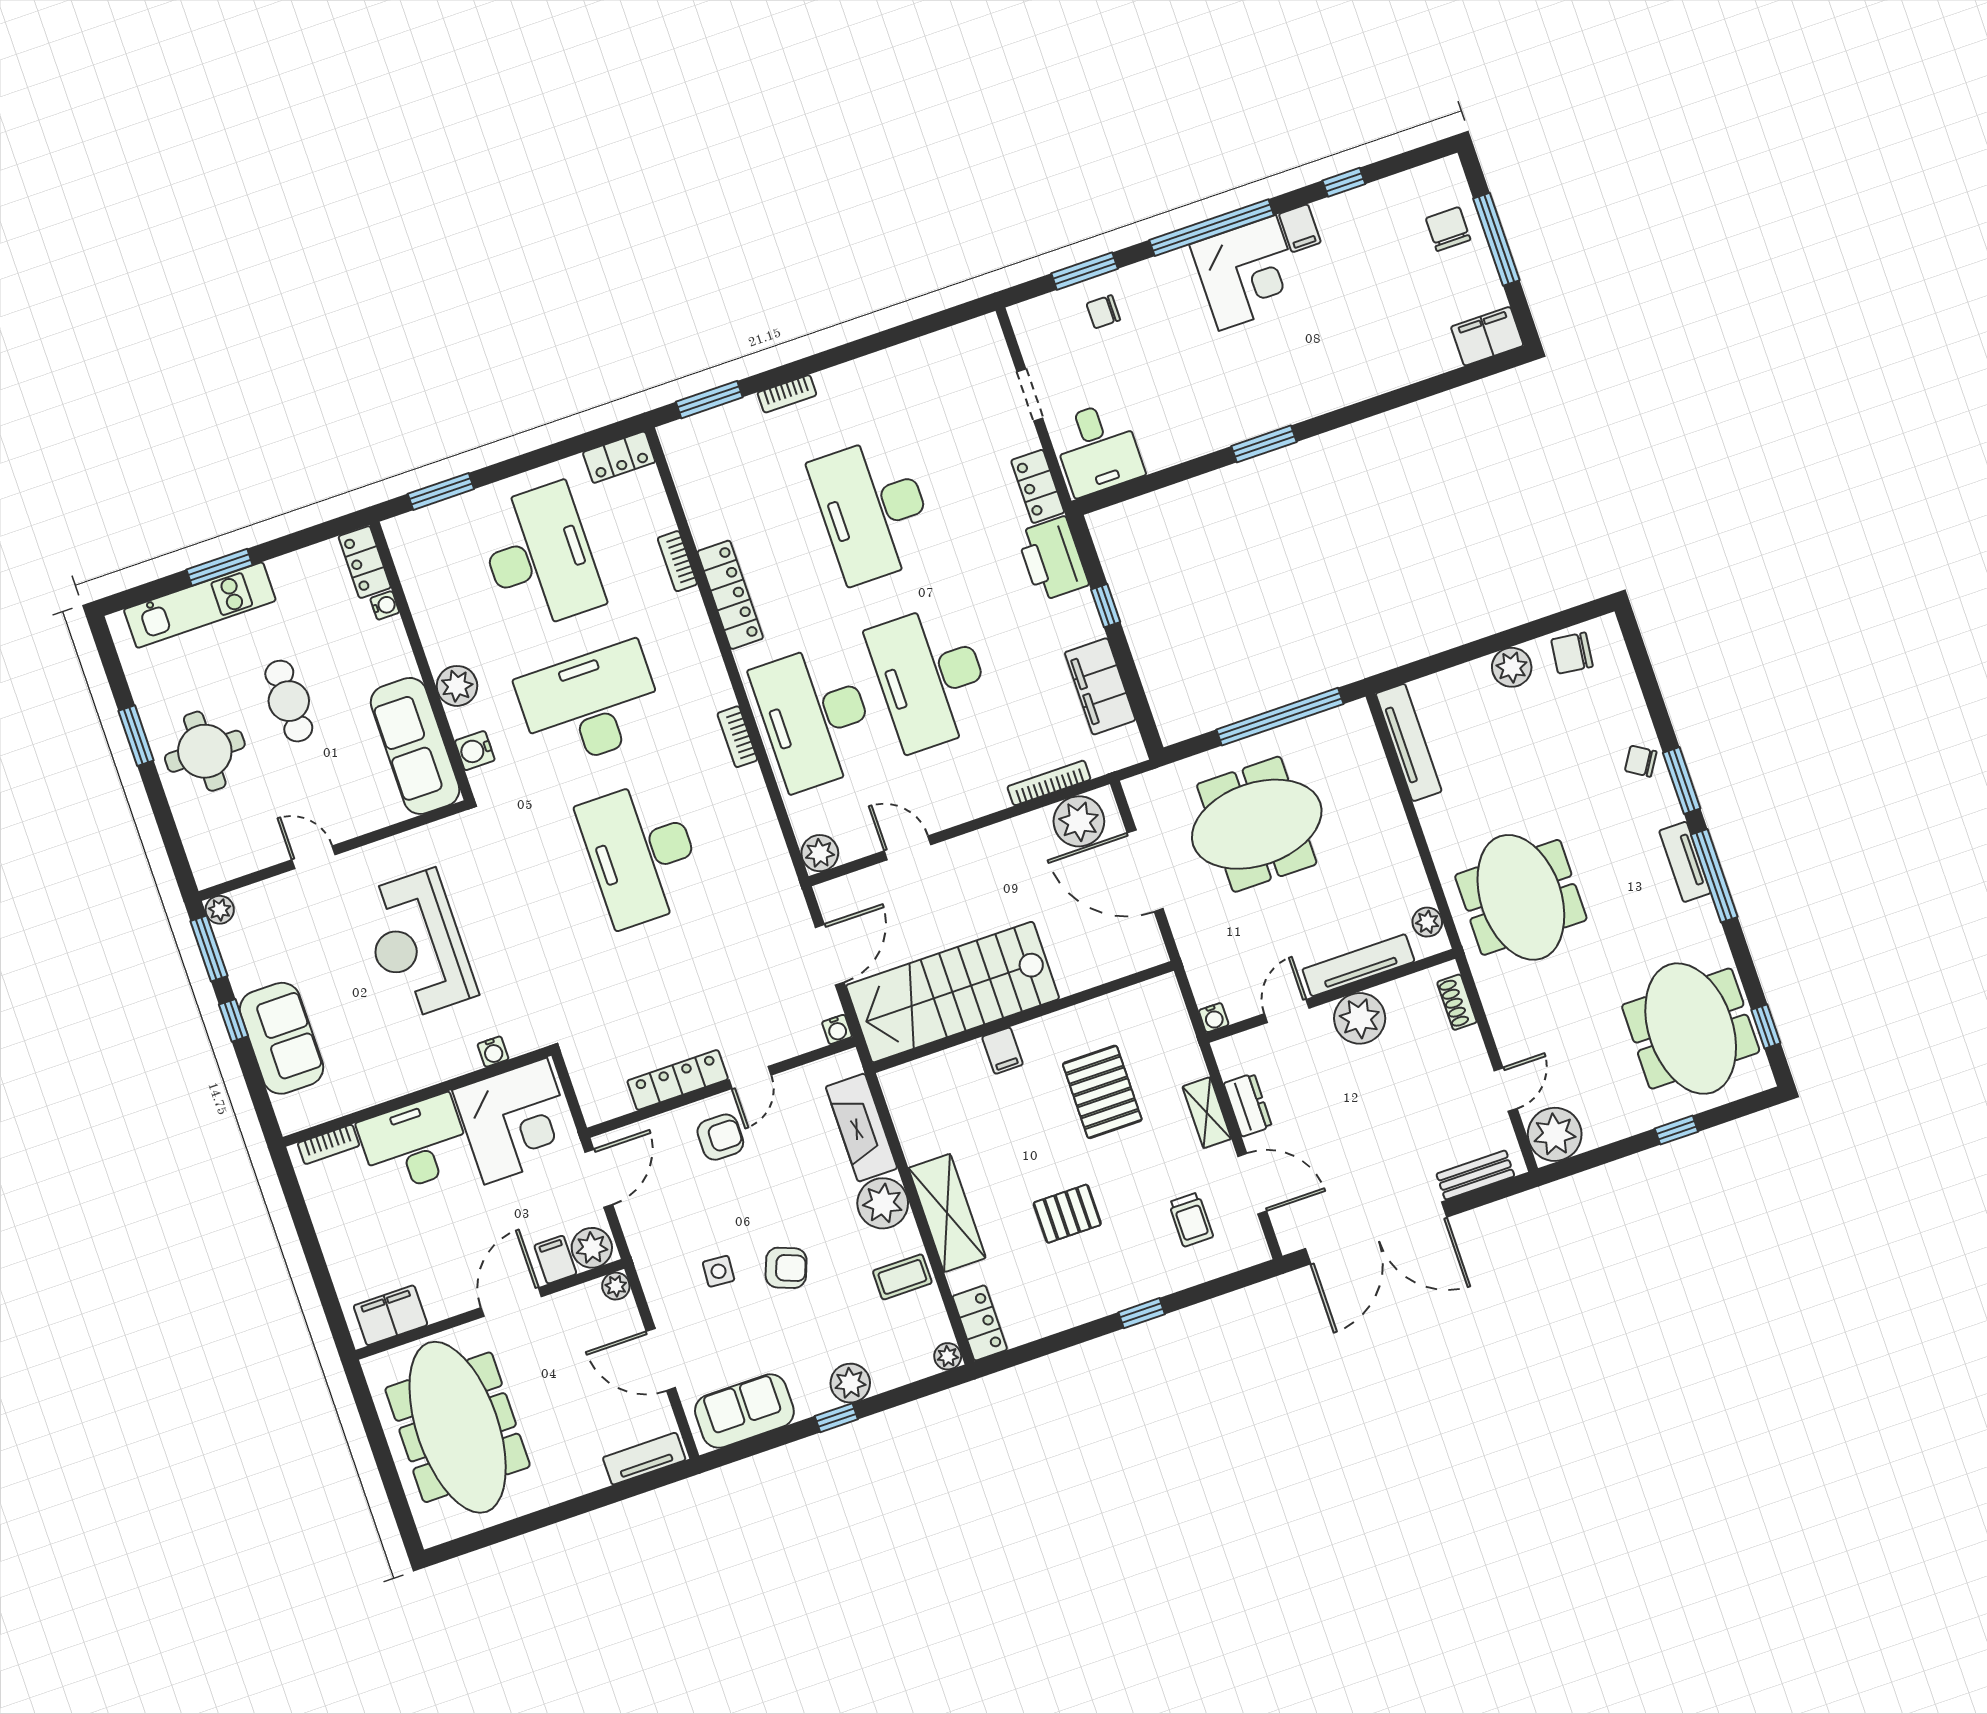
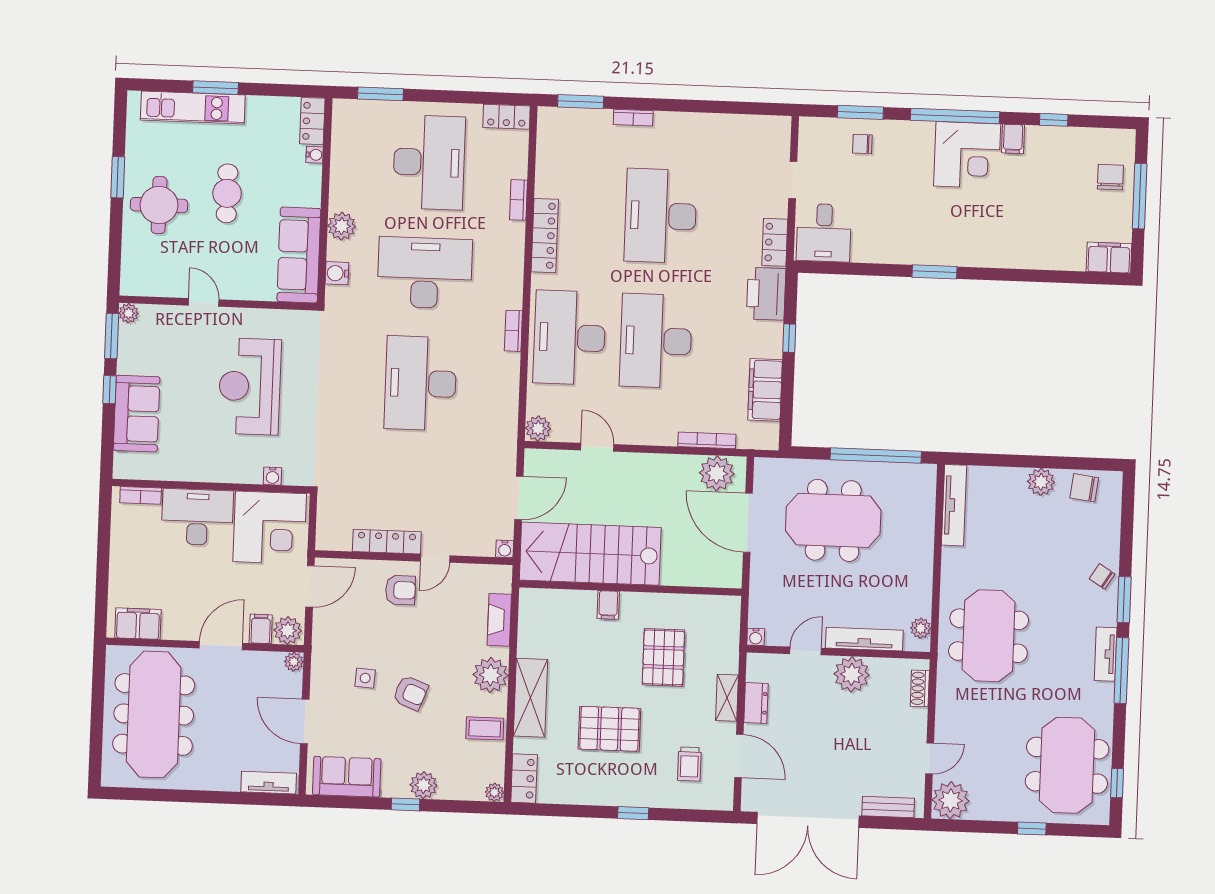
fireplace: (861, 1128) -> (499, 620), width x0.73, depth x0.76
pallet: (1067, 1214) -> (609, 729), width x1.50, depth x1.42

